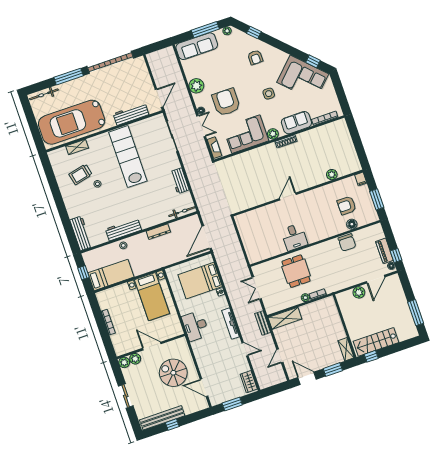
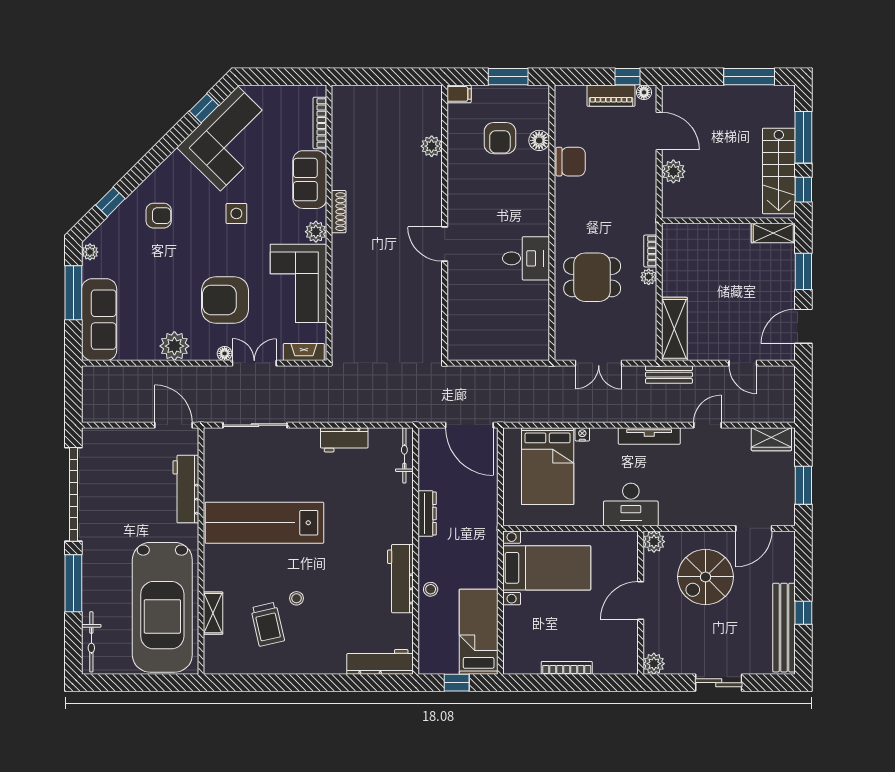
window: (396, 348) -> (803, 137), added
plant: (135, 359) -> (654, 542), moved

